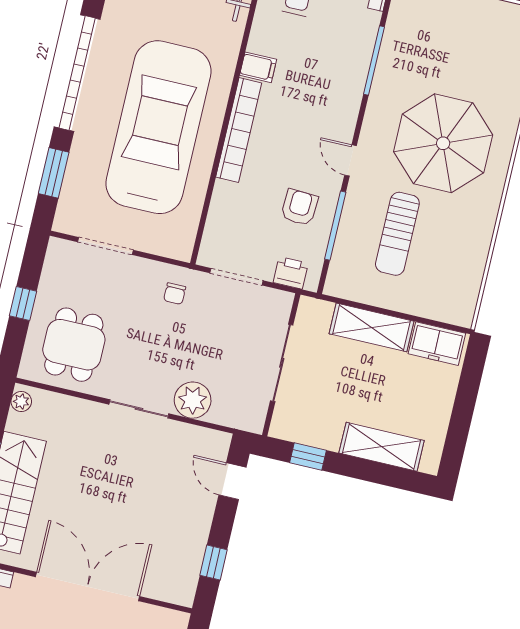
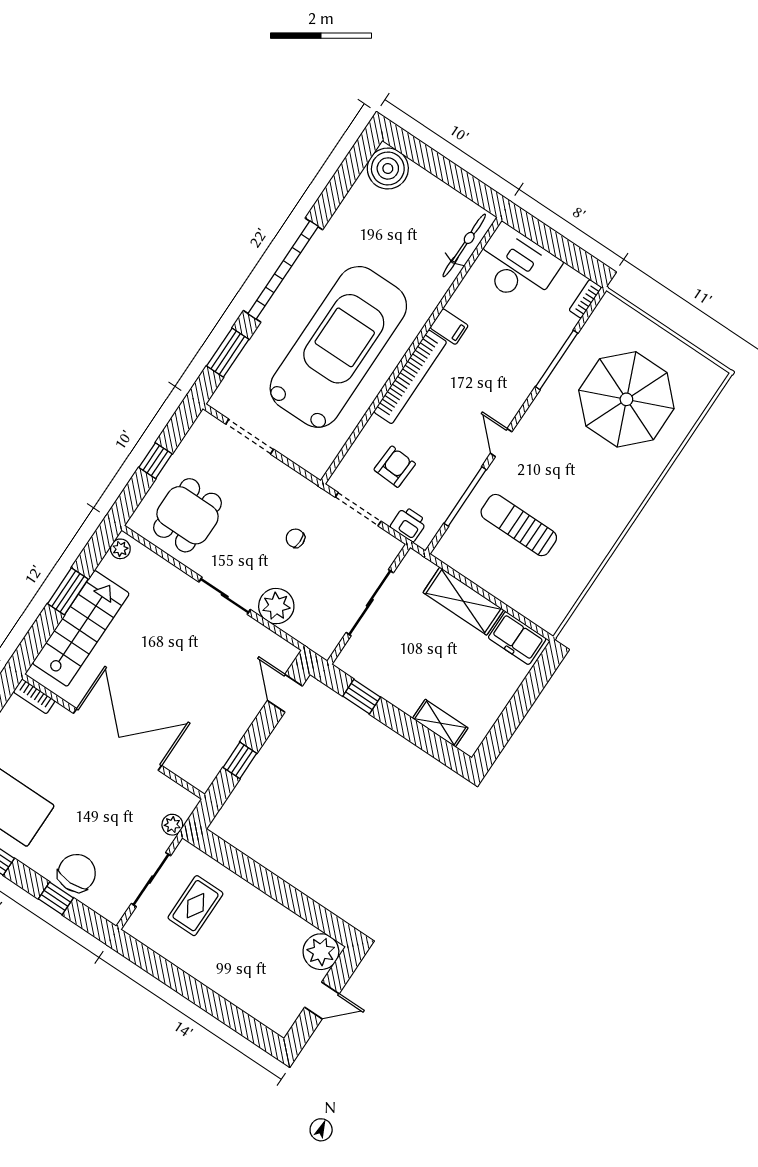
parasol: (443, 143) -> (626, 399), moved
armchair: (299, 207) -> (395, 467), moved
sun lounger: (397, 234) -> (519, 525), turned 90
chair: (175, 294) -> (295, 538), moved, turned 90
shelving: (382, 447) -> (440, 723), width x0.67, depth x0.75

